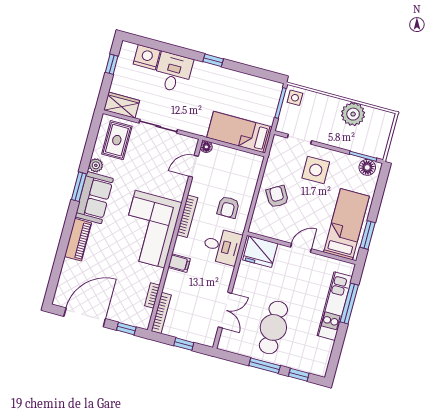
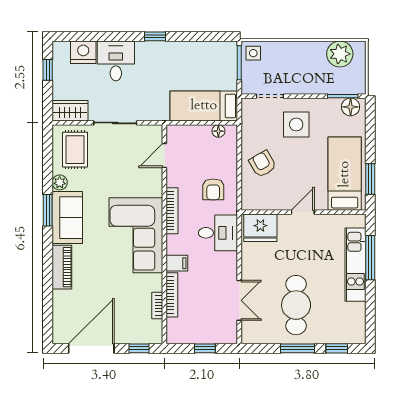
plant: (353, 114) -> (340, 54), moved
floor lamp: (206, 147) -> (218, 131), moved
bookcase: (161, 313) -> (172, 295), moved

